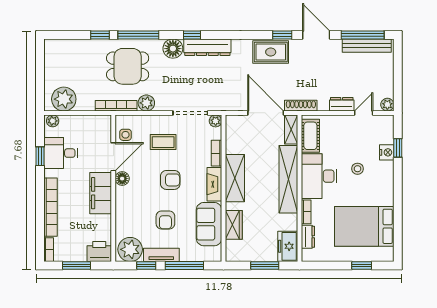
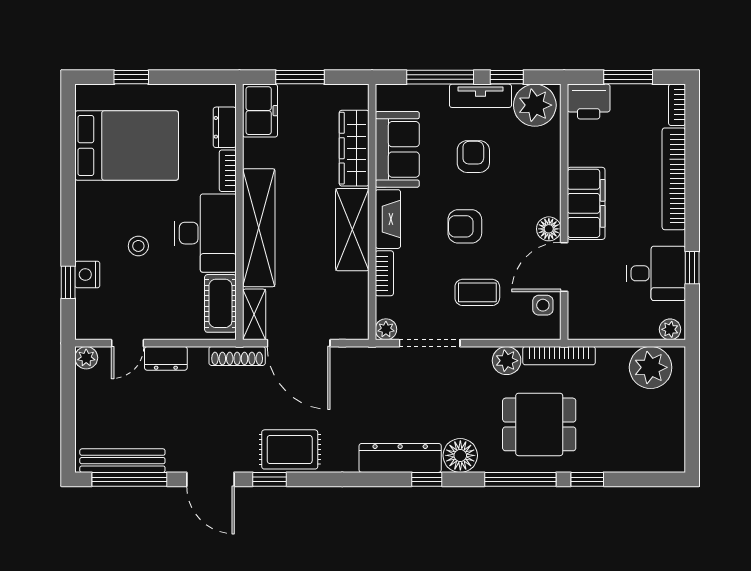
wardrobe: (234, 225) -> (354, 148), width x1.50

